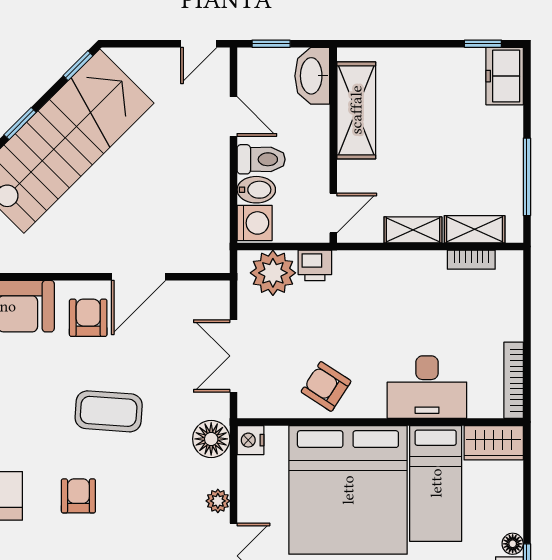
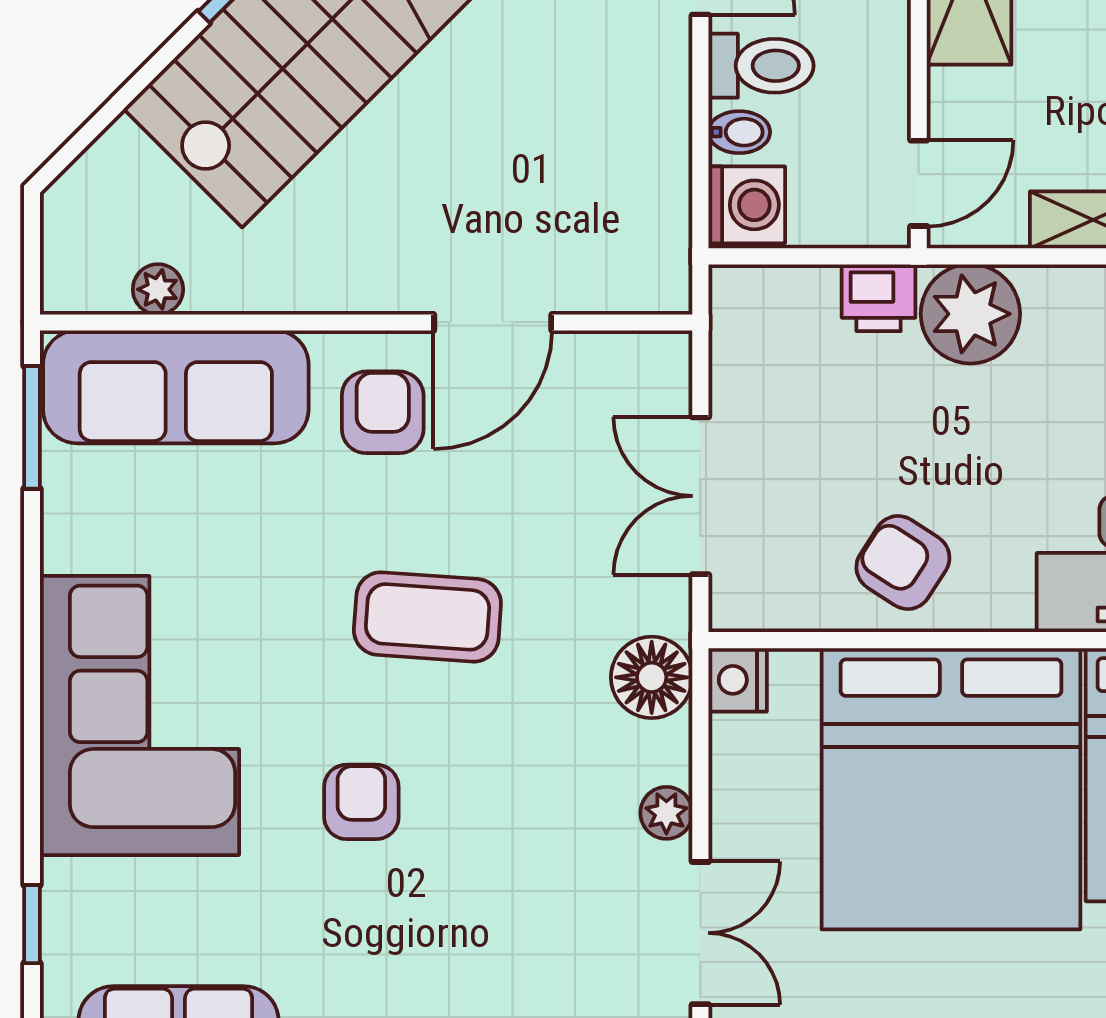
bidet: (256, 190) -> (739, 132), width x0.72, depth x0.74
plant: (273, 273) -> (970, 314), moved

